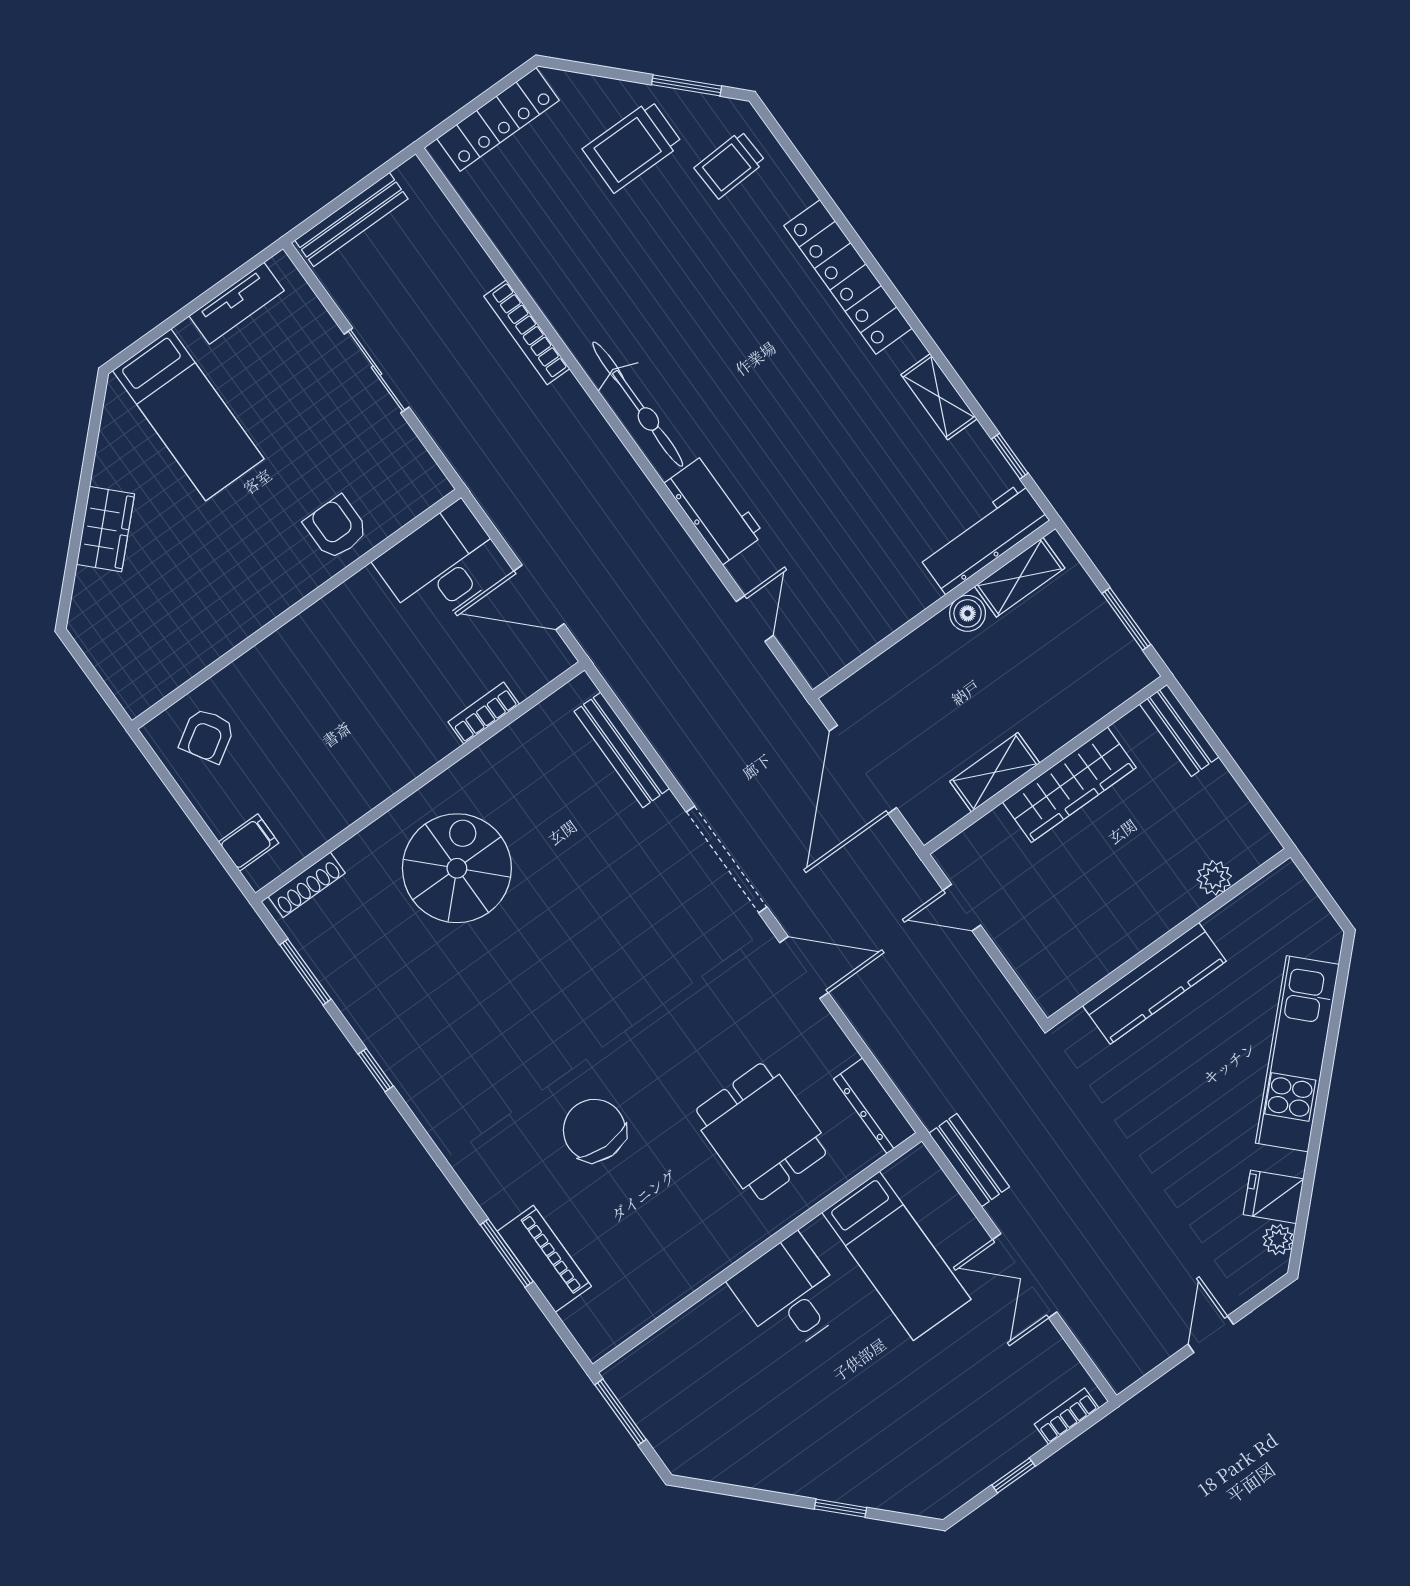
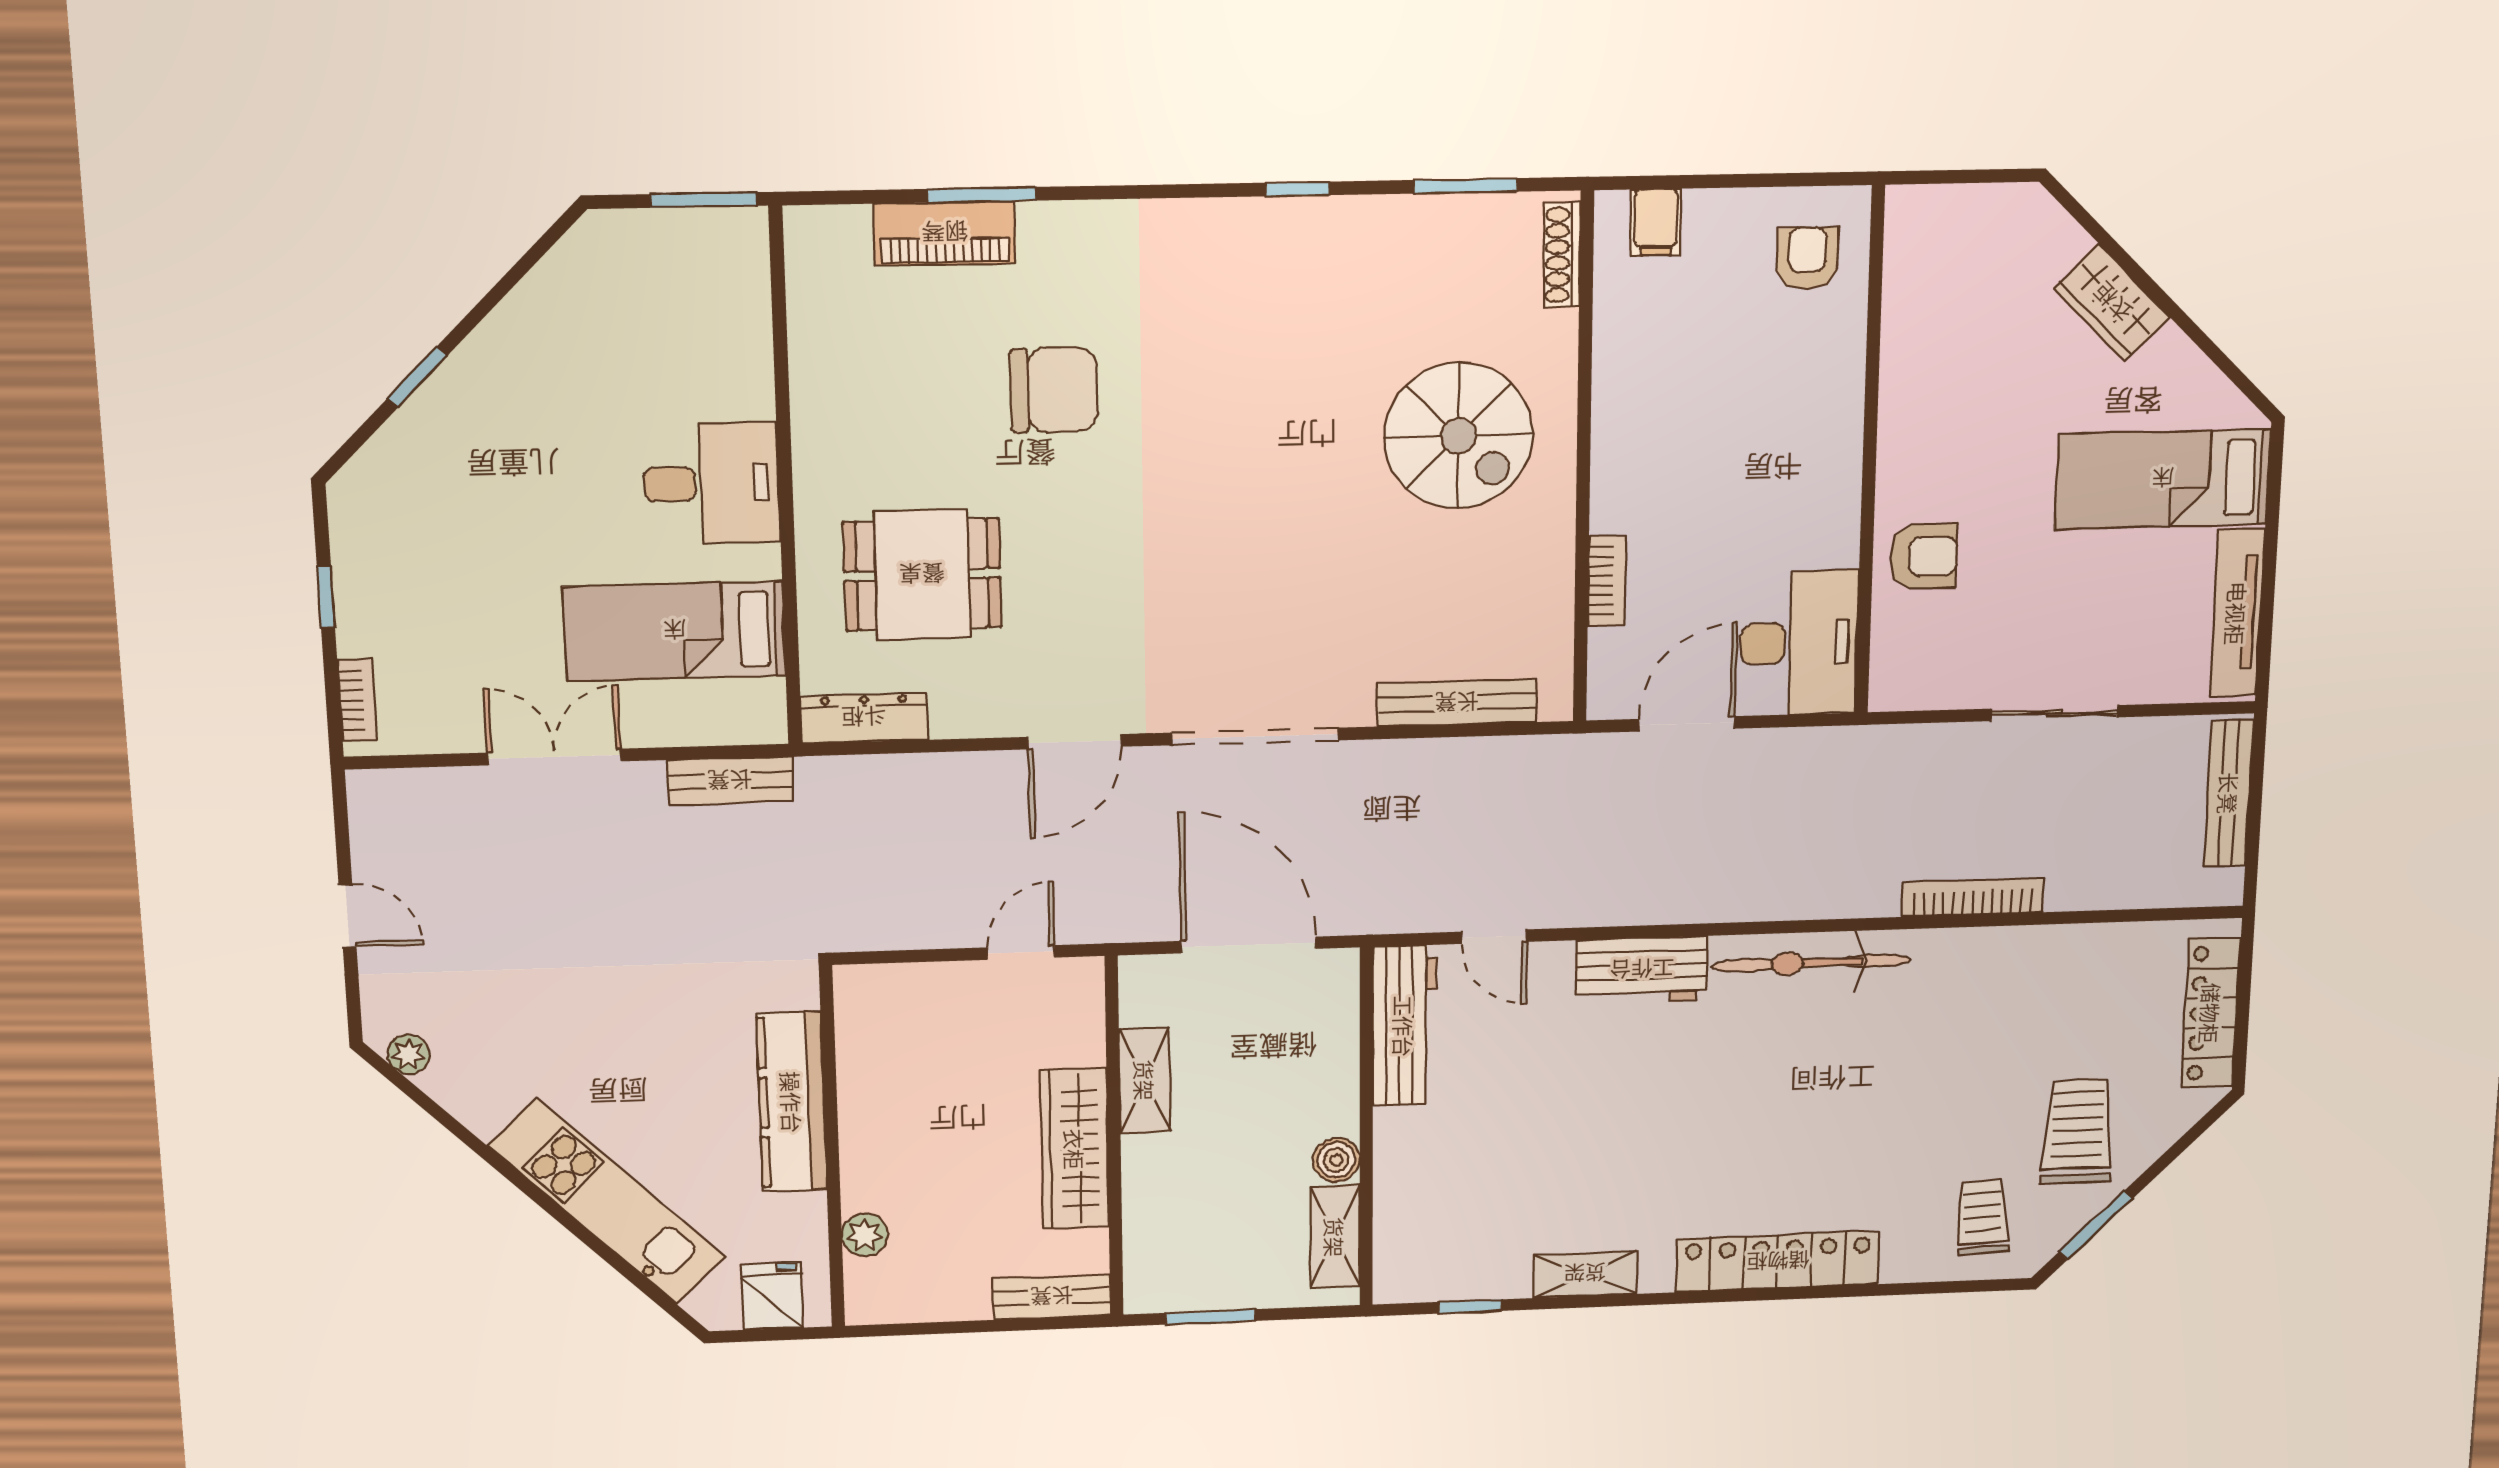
tv unit: (237, 303) -> (2237, 613), width x1.41
workbench: (984, 538) -> (1404, 1026), moved
armchair: (207, 736) -> (1807, 258), turned 32
fridge: (1273, 1197) -> (772, 1296), moved, turned -45

